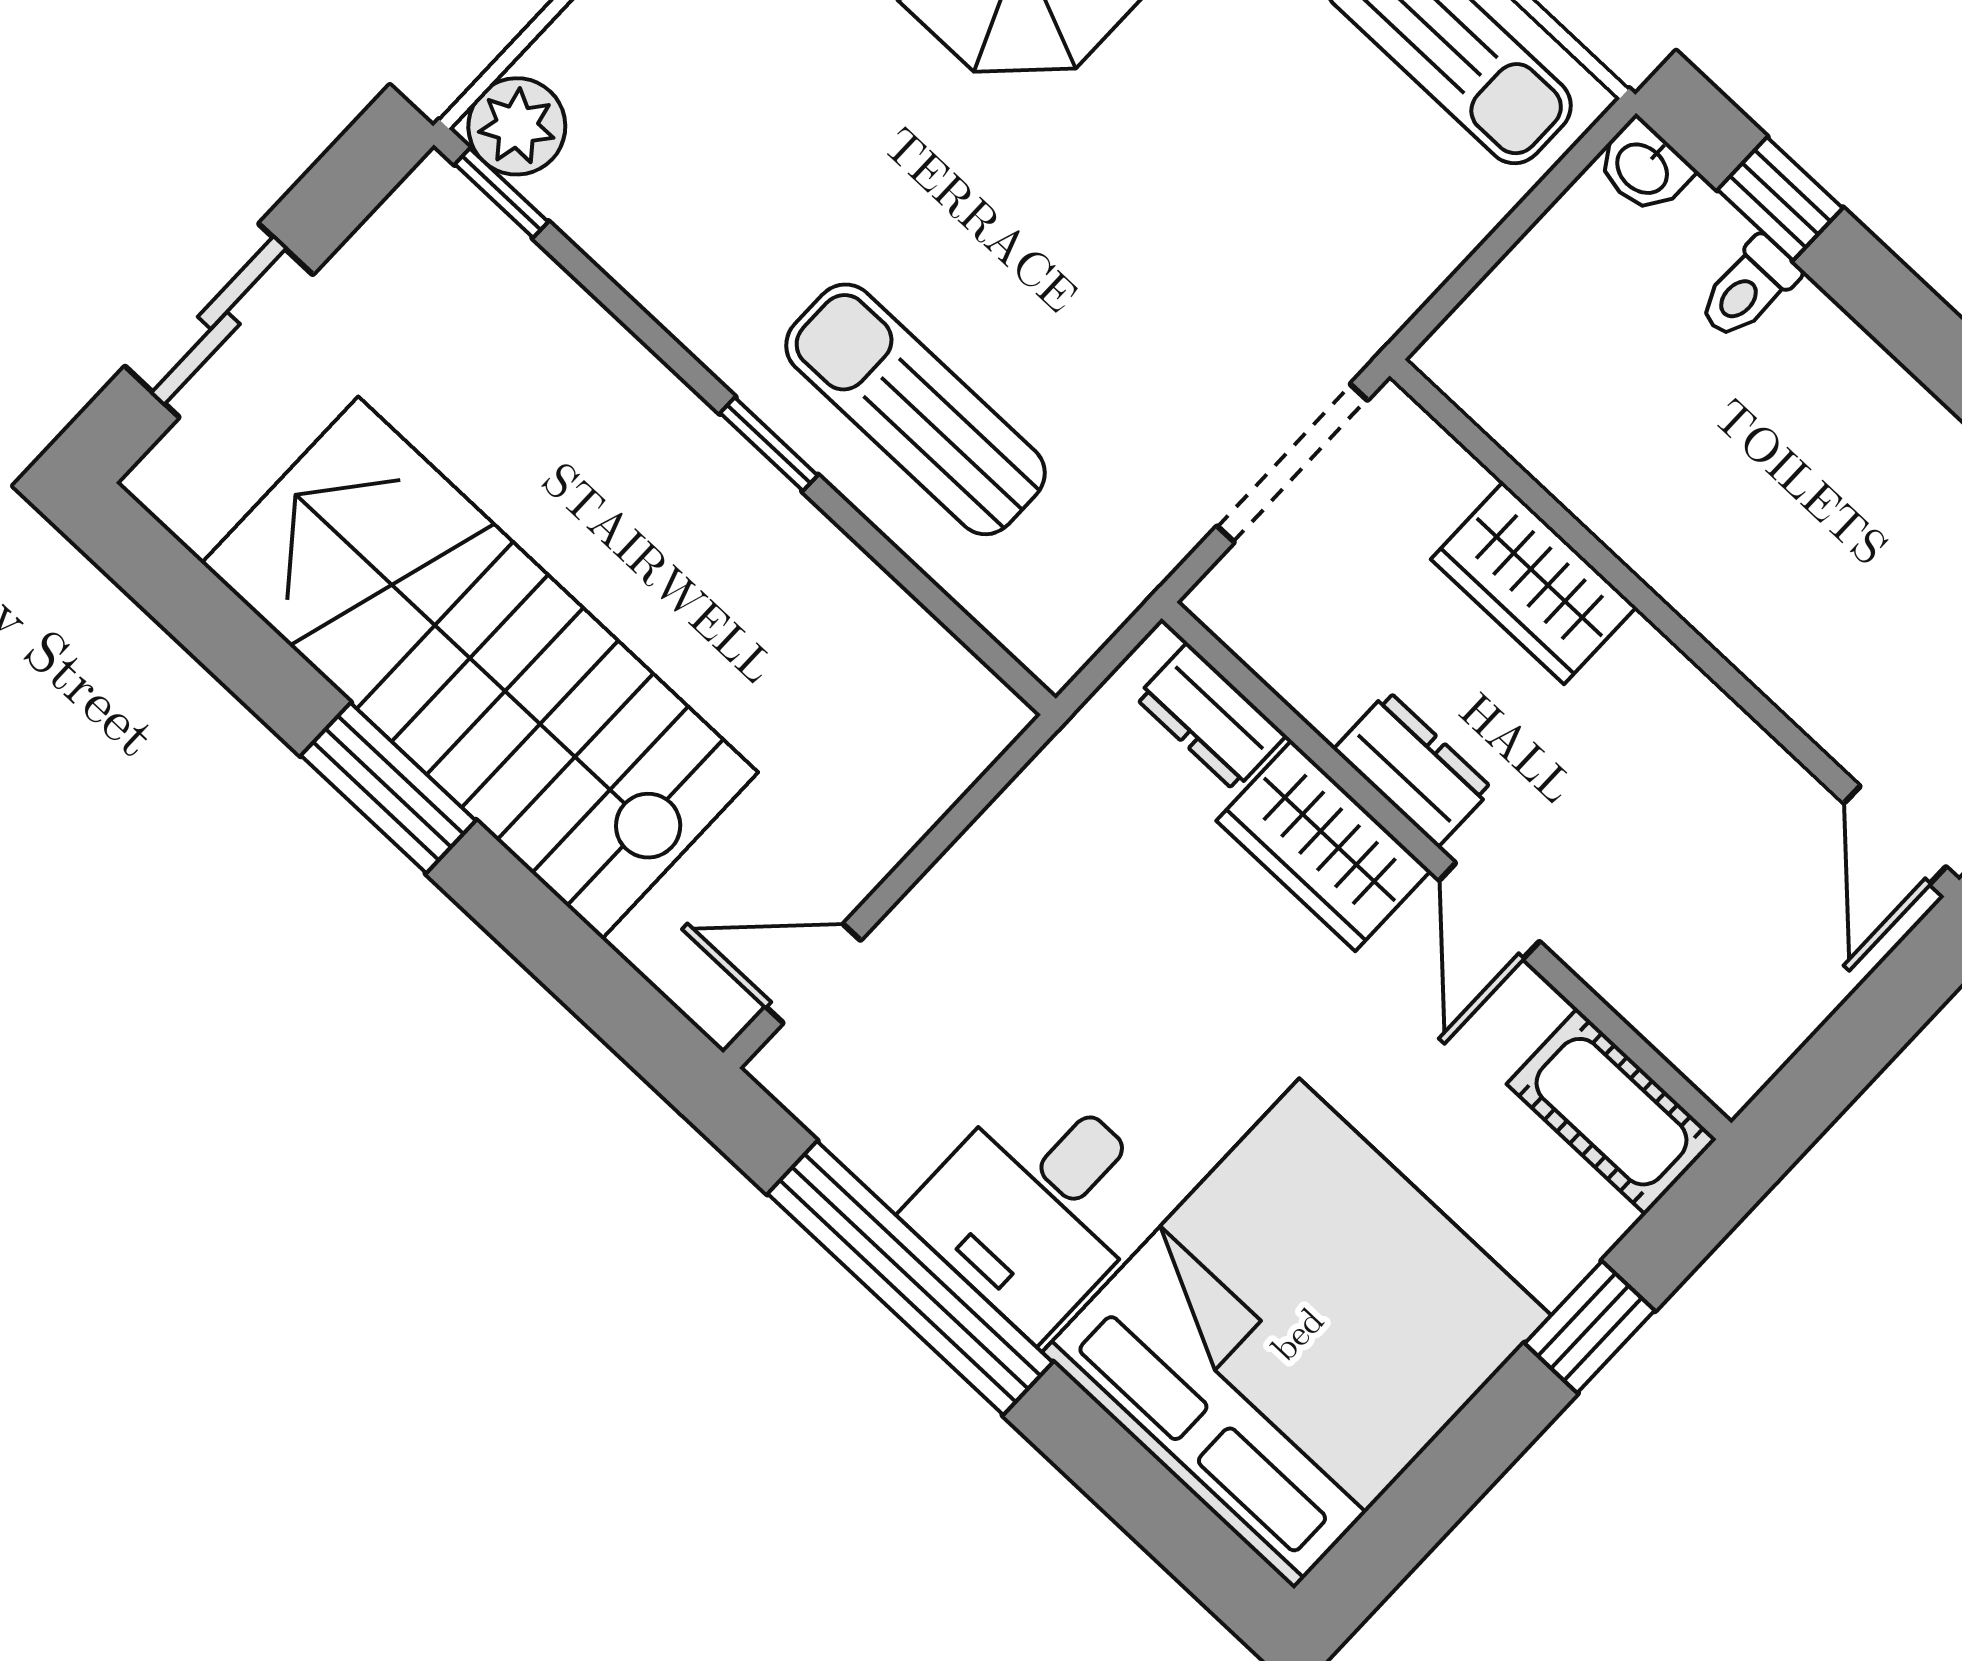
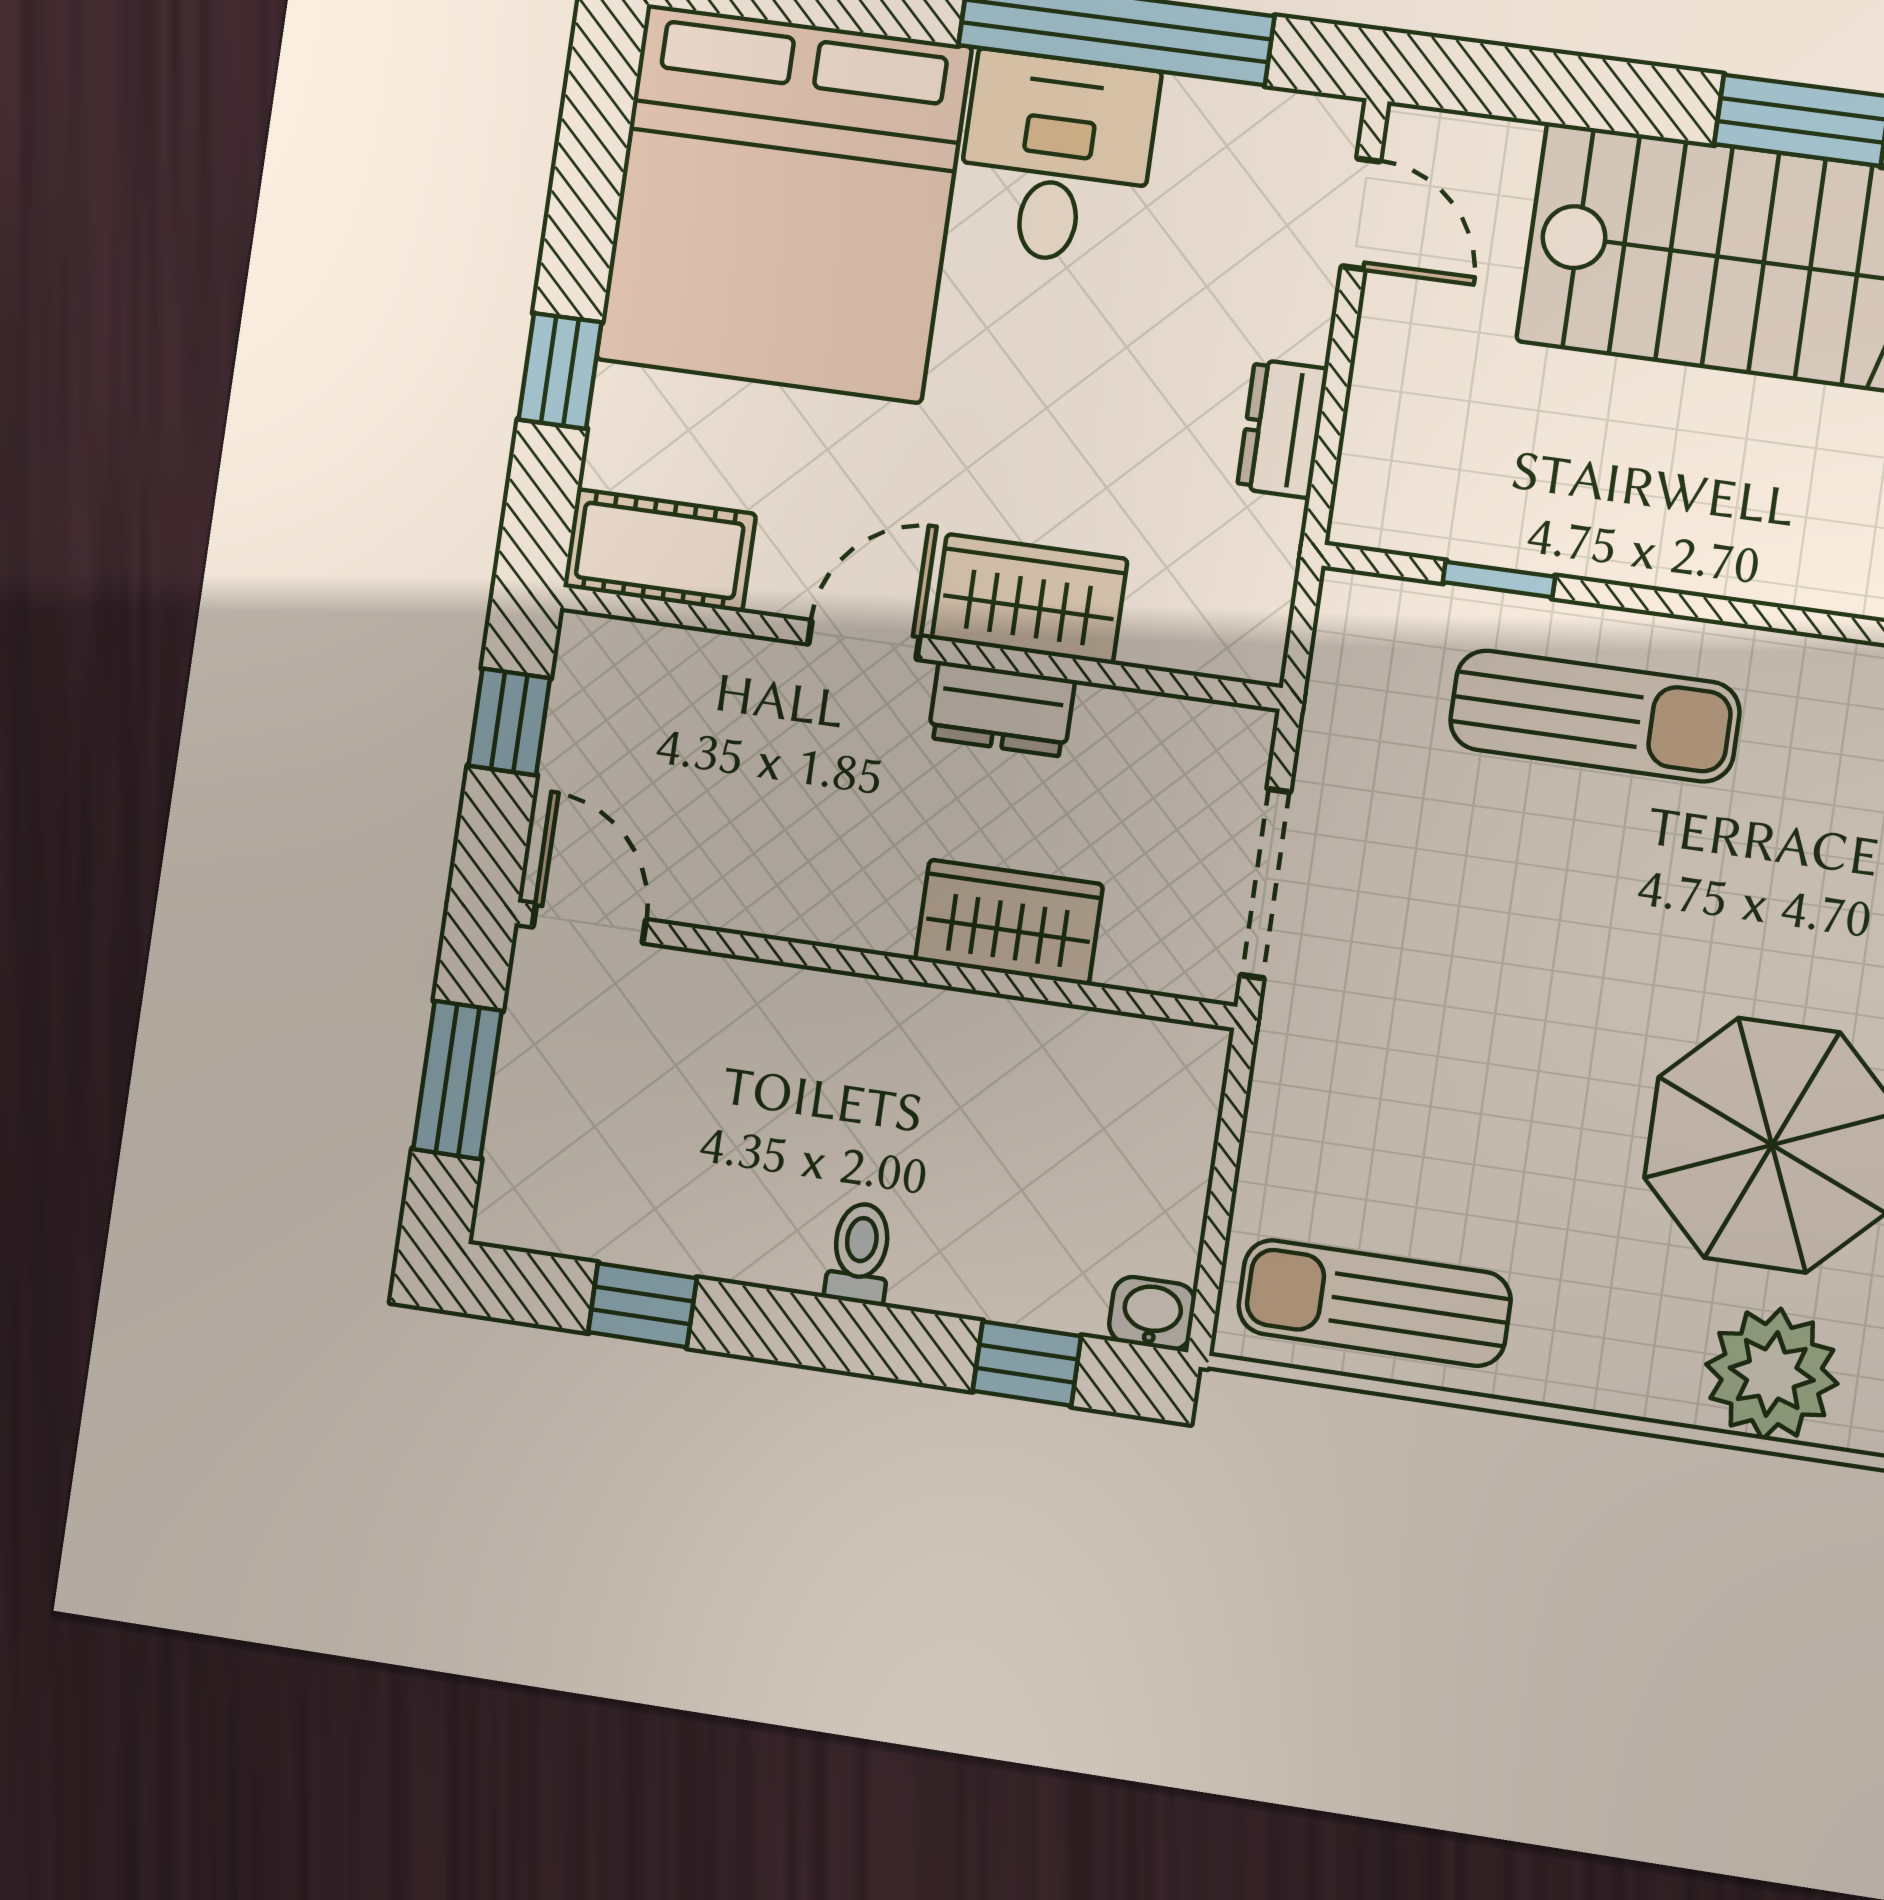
toilet: (1748, 288) -> (860, 1253), moved
window: (769, 444) -> (1499, 579), moved
dresser: (1211, 717) -> (1283, 429), moved, turned -90
door: (1489, 911) -> (864, 640), hinge flipped
door: (813, 973) -> (1361, 214), hinge flipped
window: (1844, 1056) -> (509, 722), added

